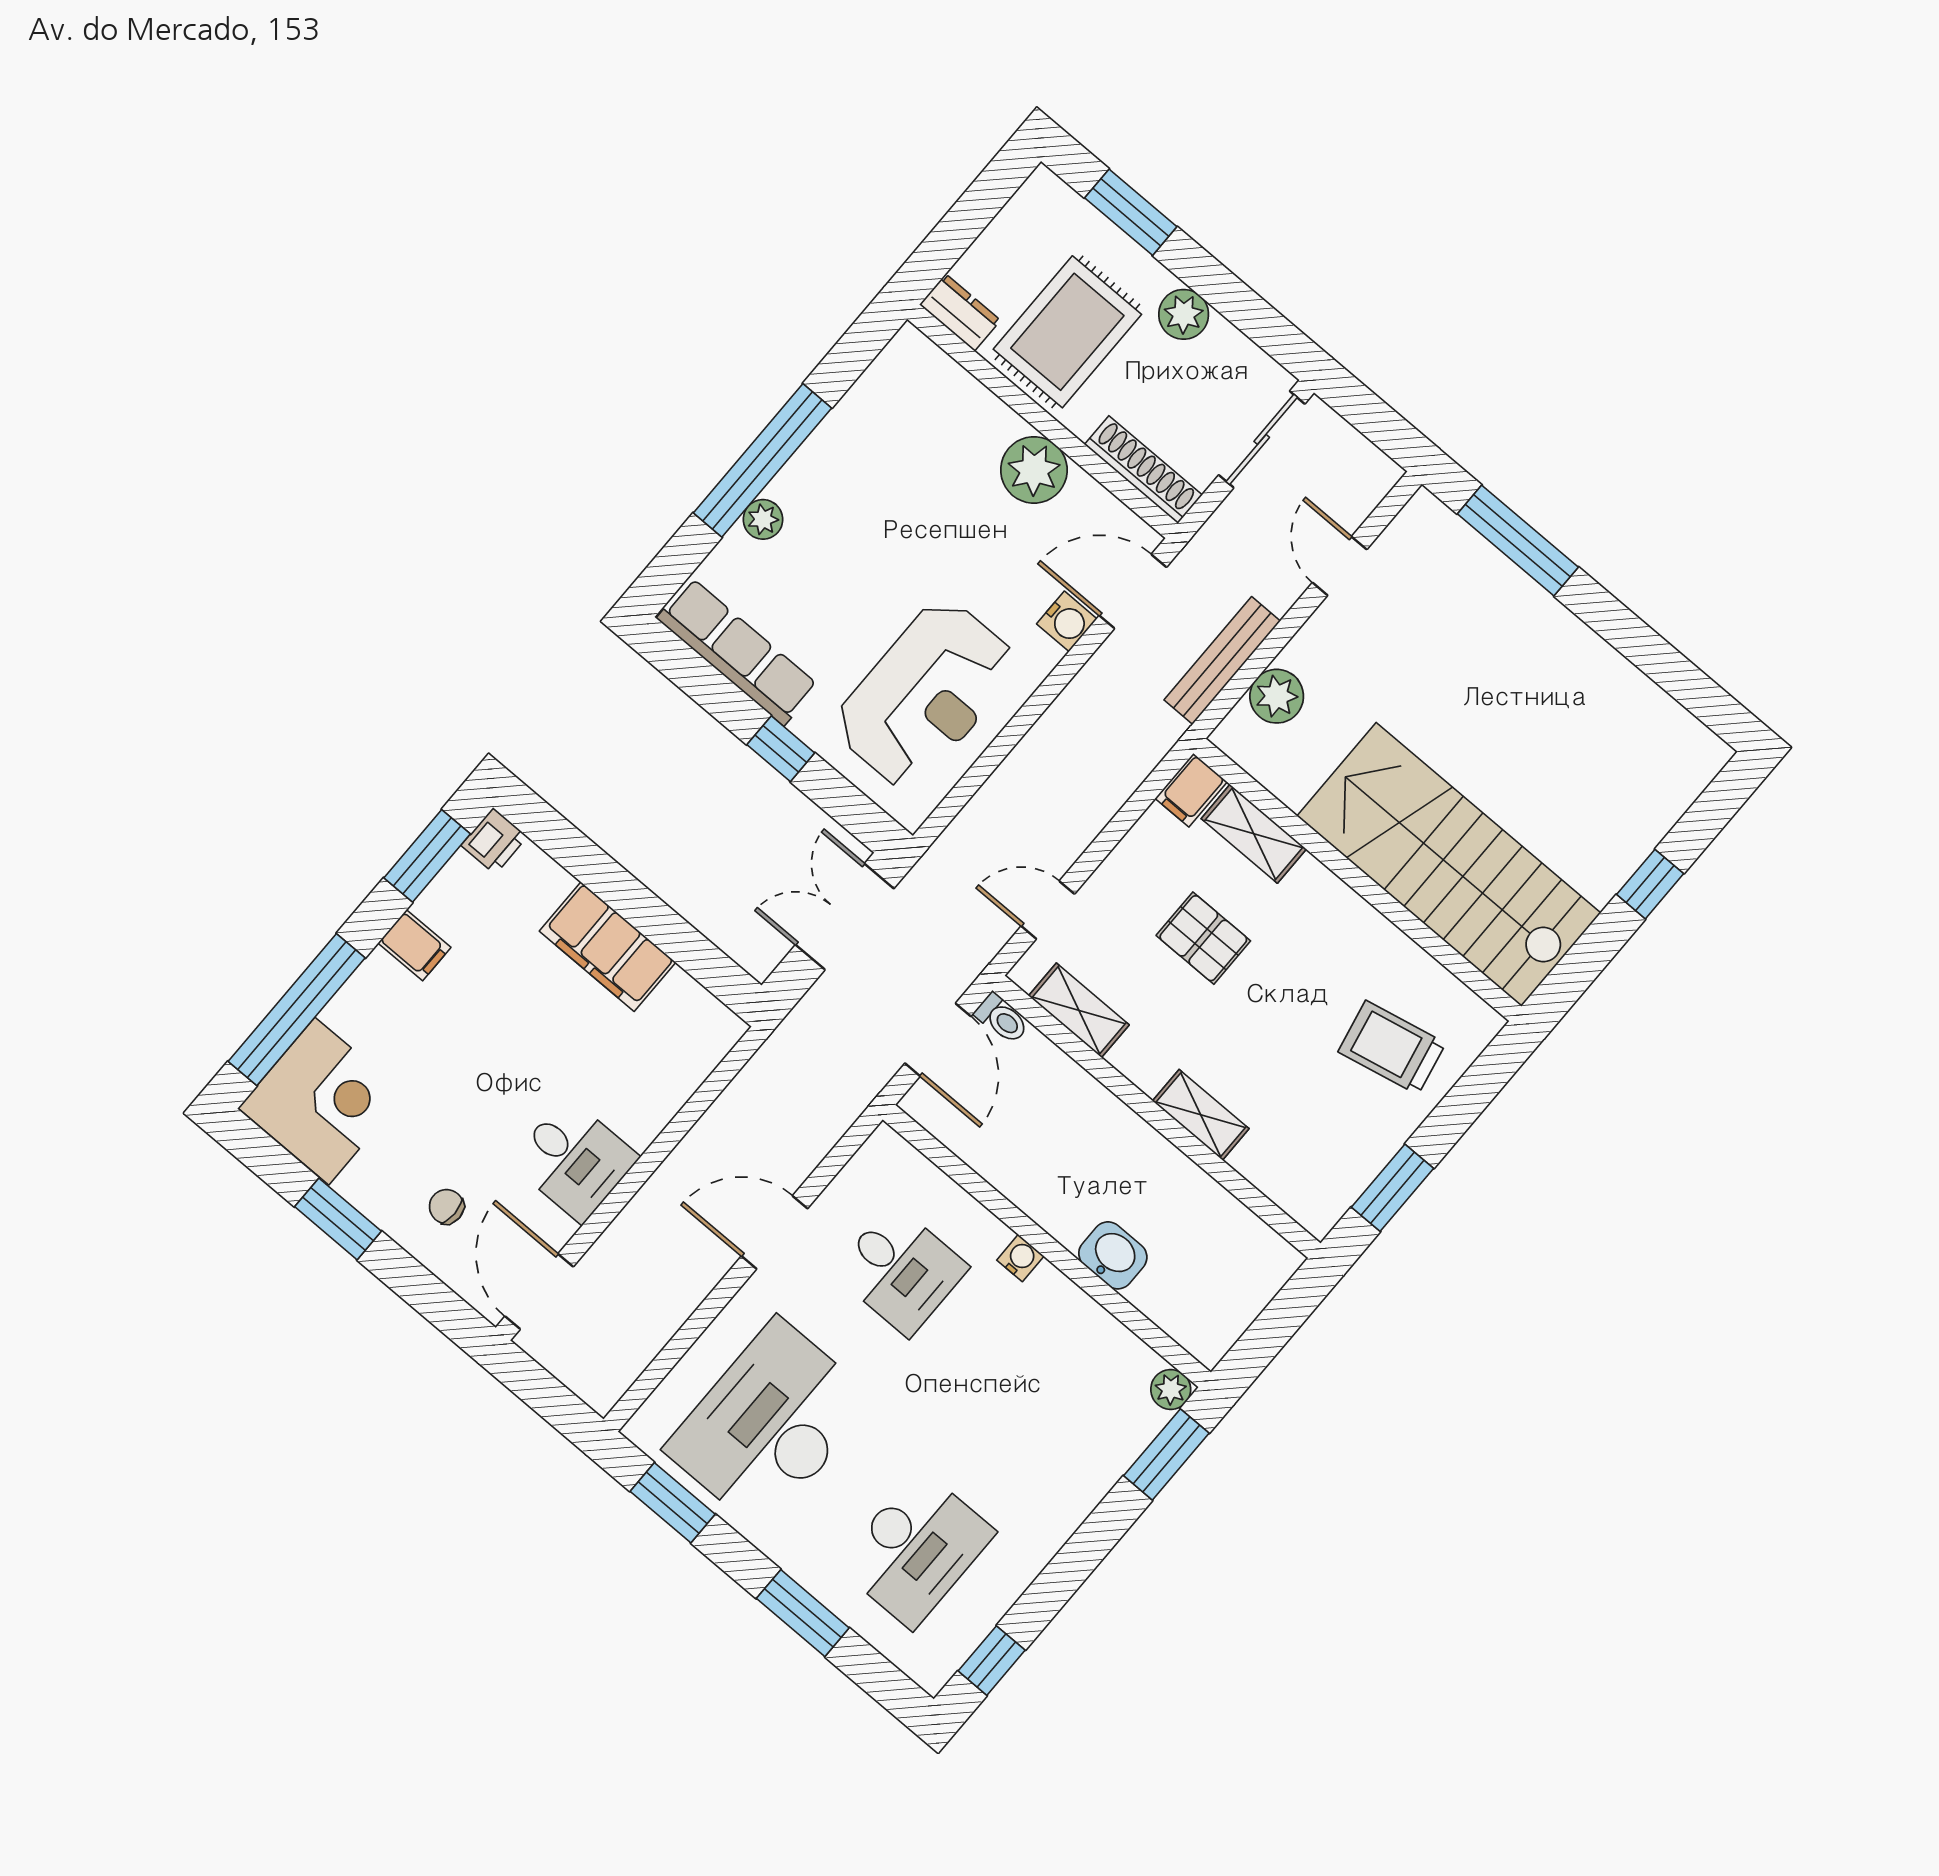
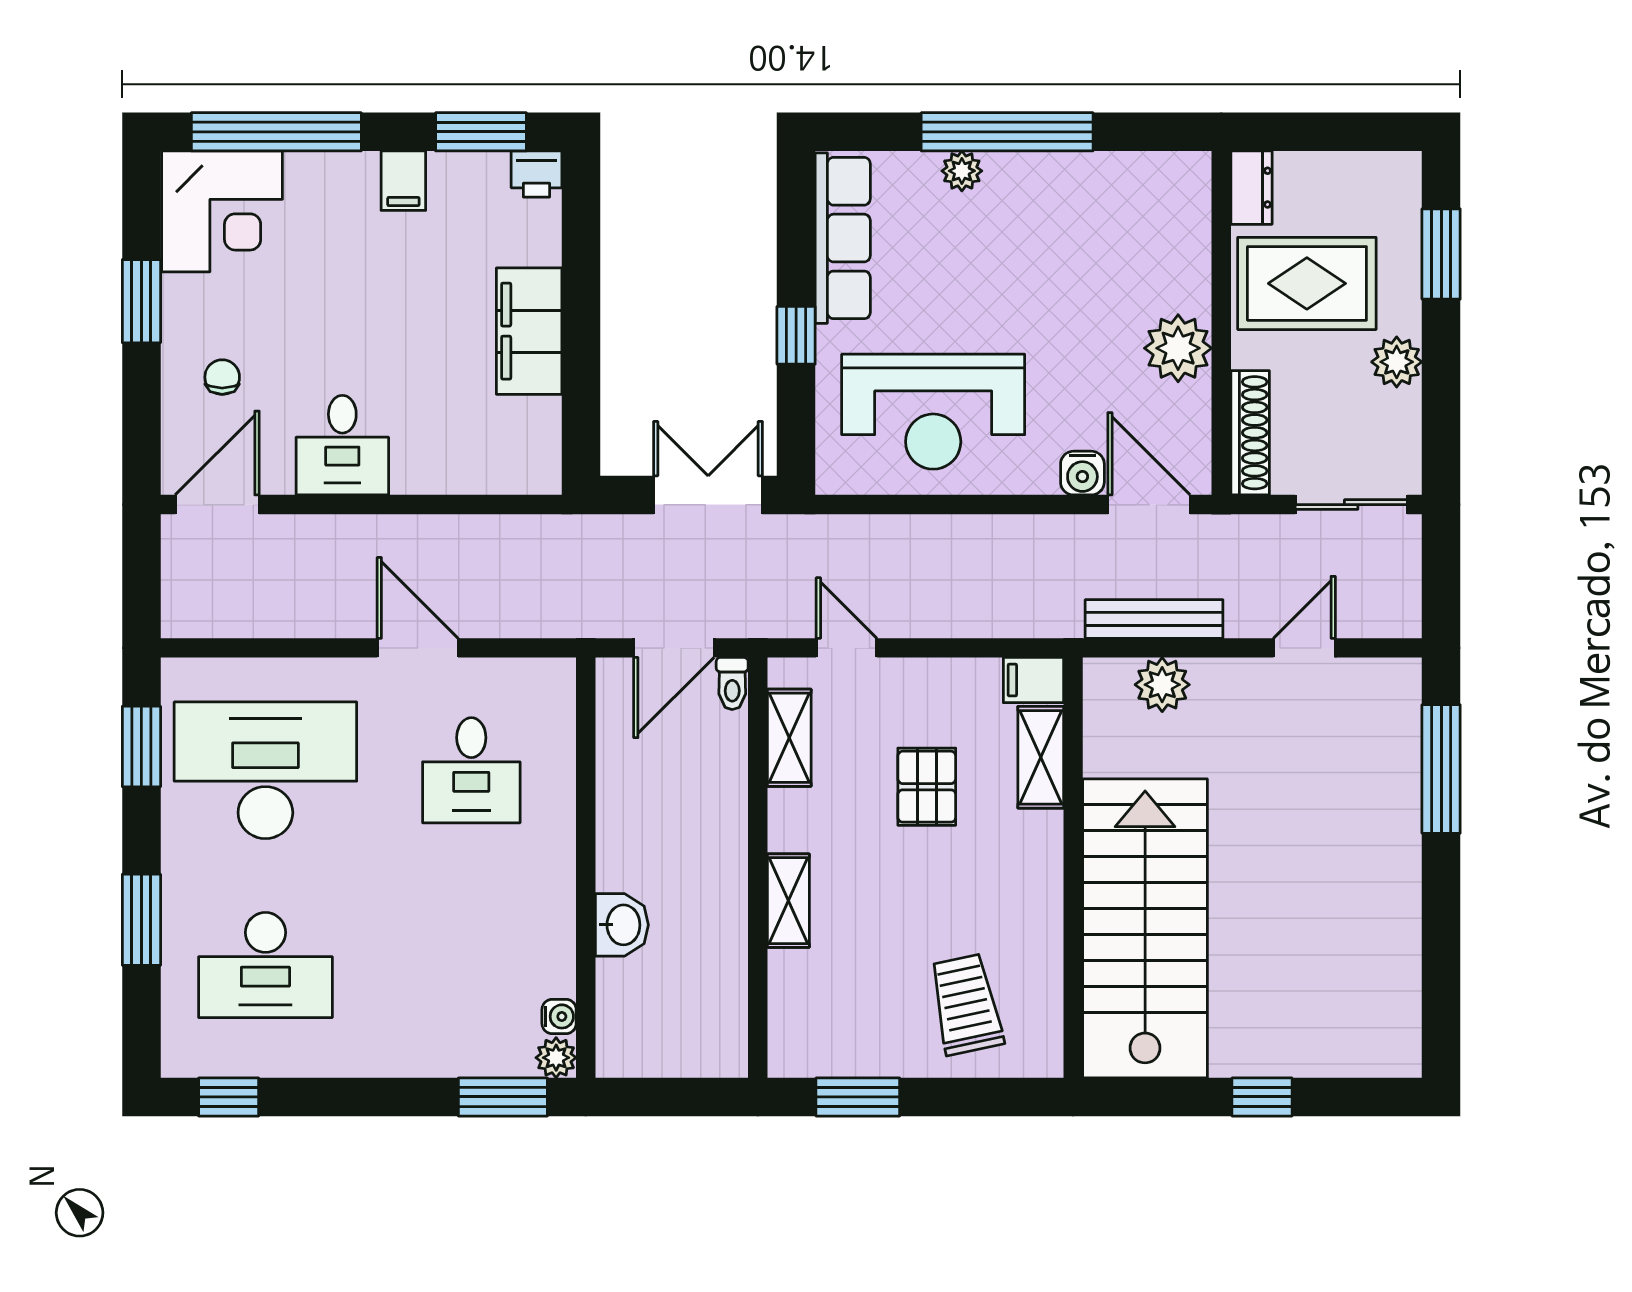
water cooler: (1020, 1258) -> (559, 1016), moved

